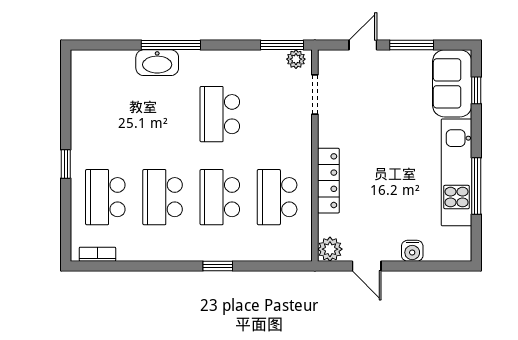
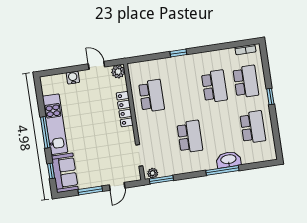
window: (476, 186) -> (45, 132), moved
school desk: (220, 197) -> (253, 127), moved

